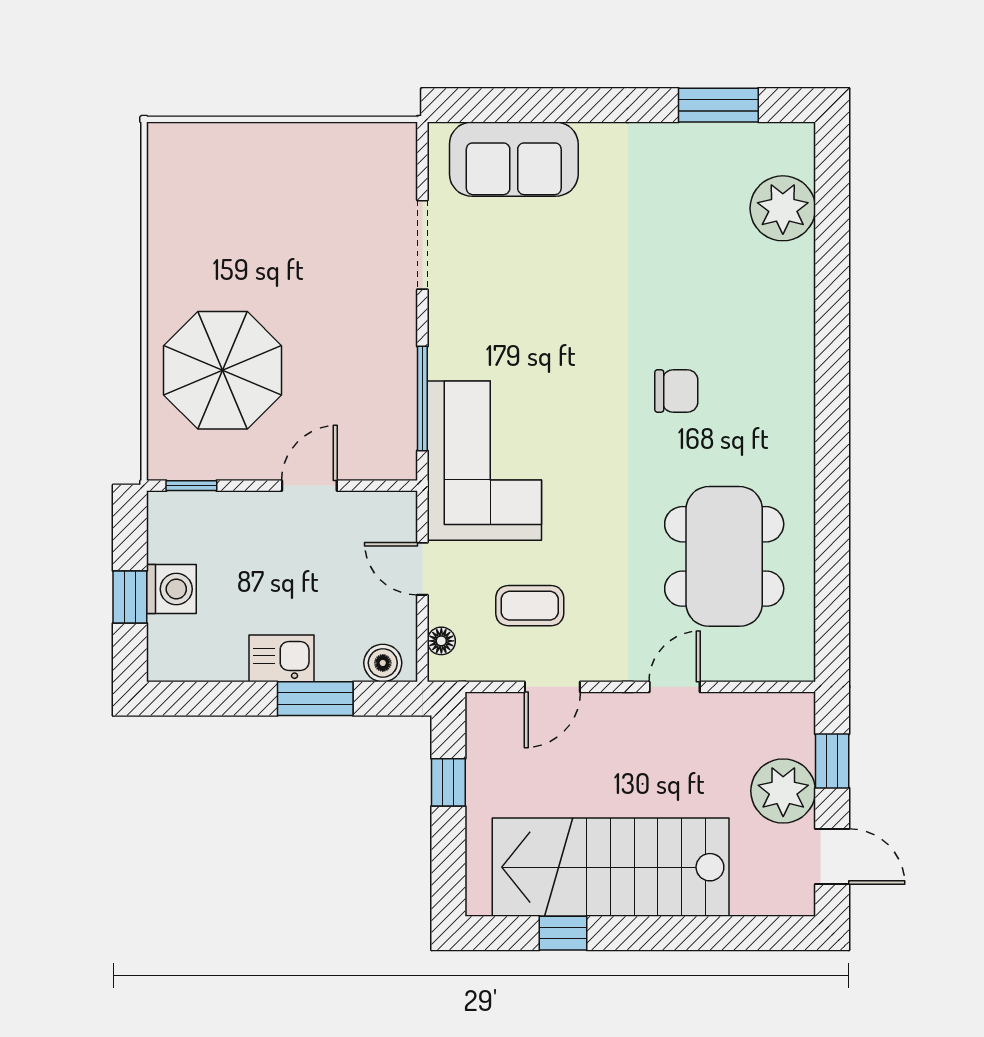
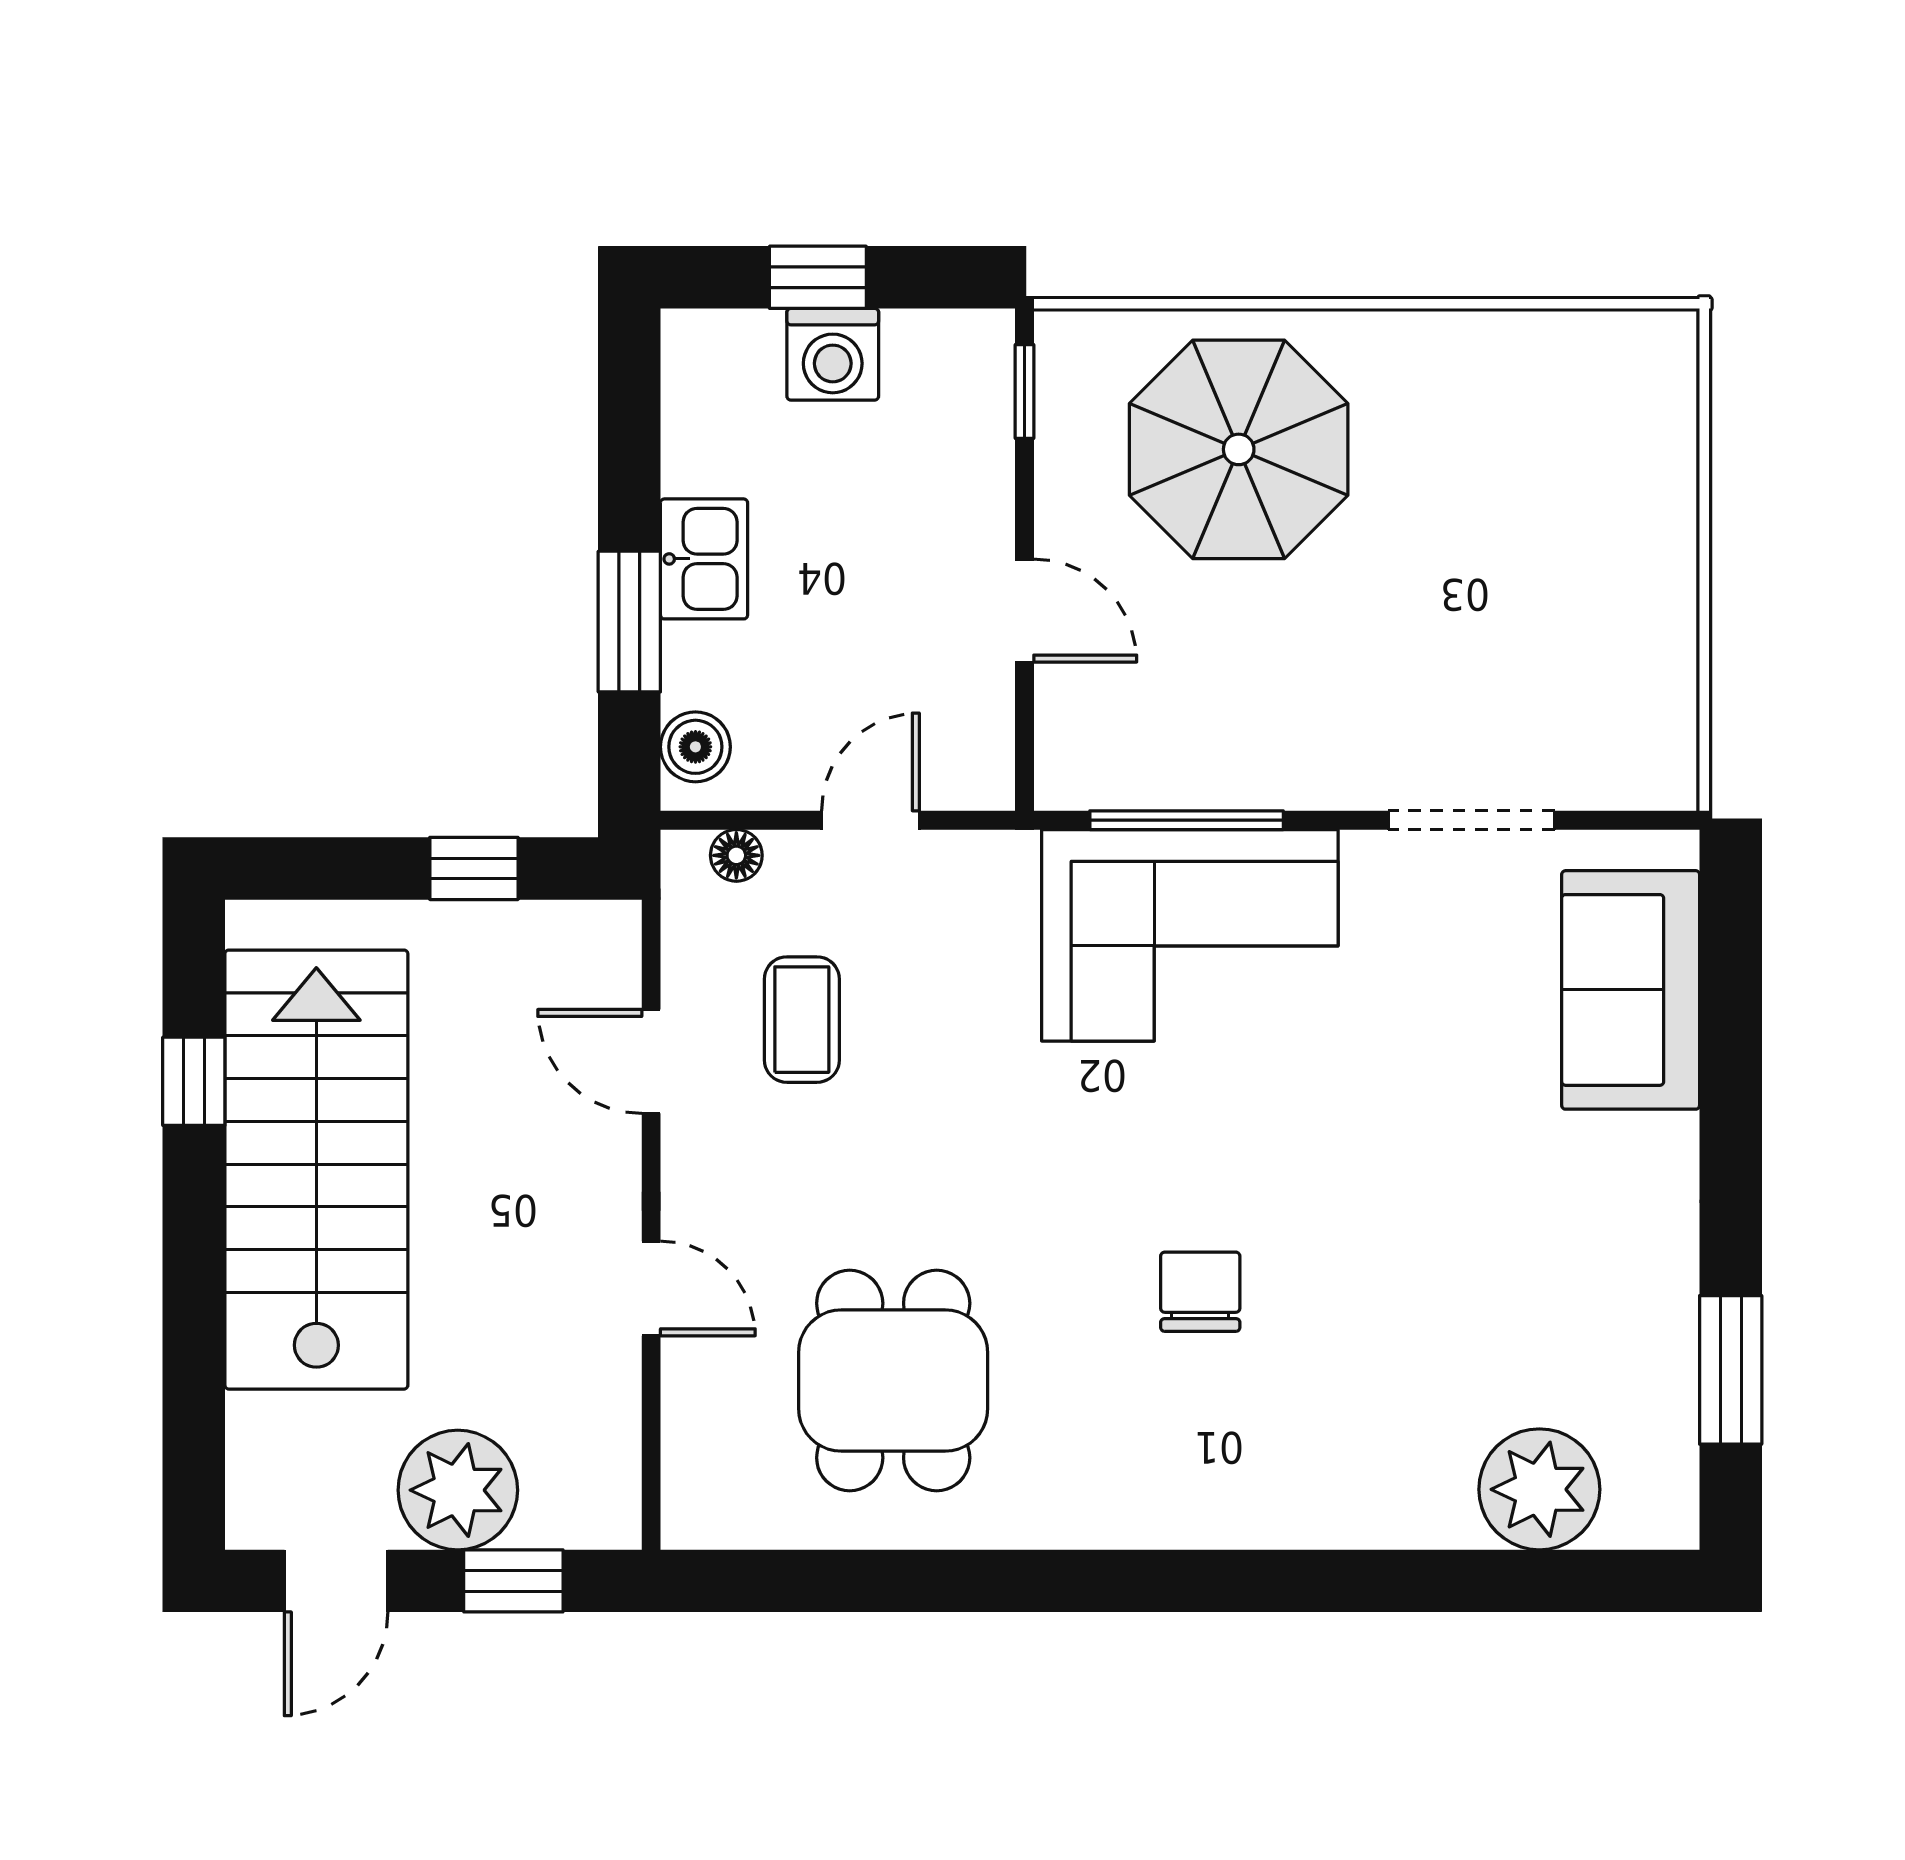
chair: (676, 391) -> (1200, 1292), turned 180
corner sofa: (484, 461) -> (1190, 935), moved
dining table: (724, 556) -> (893, 1381), width x0.73

